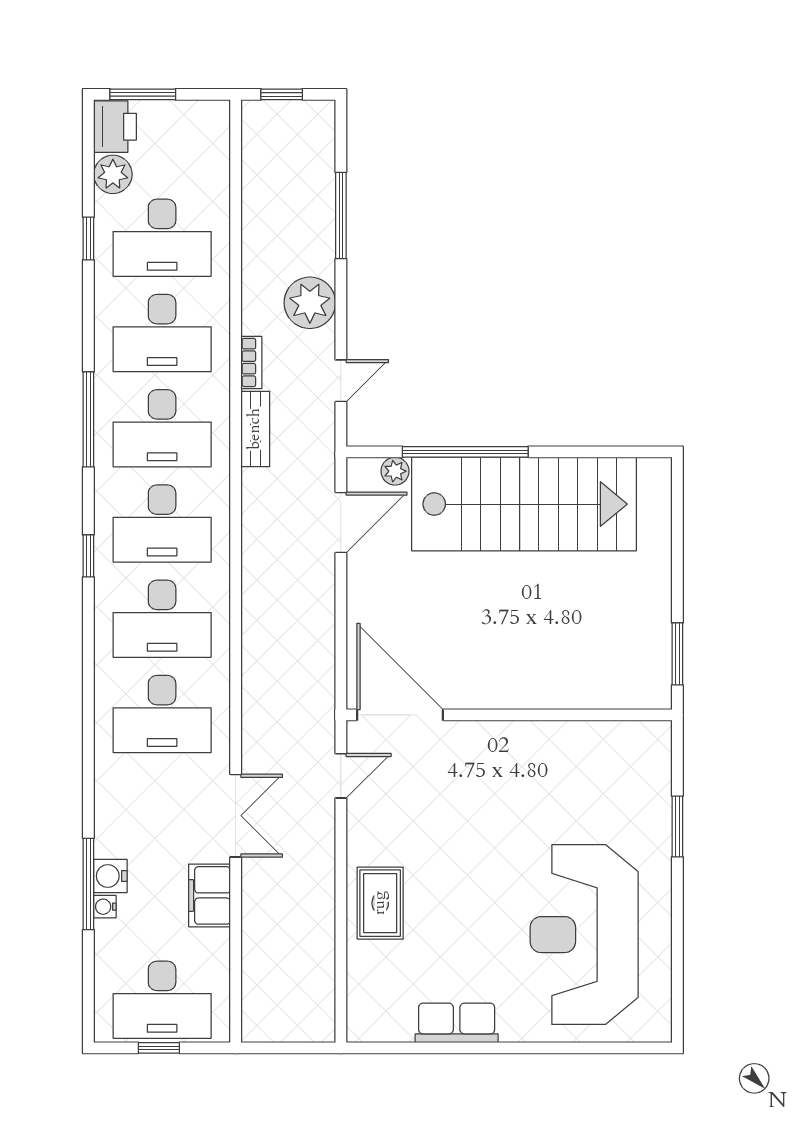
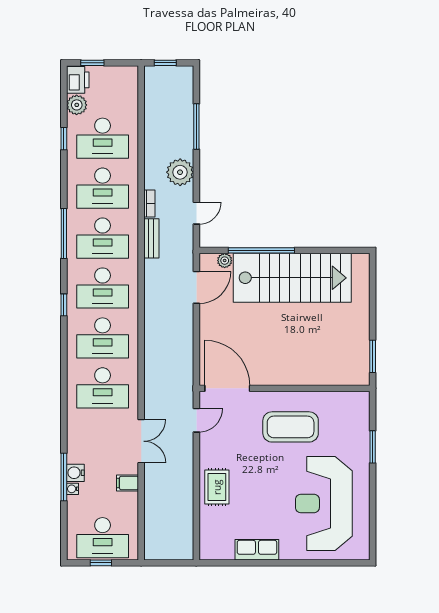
window: (143, 94) -> (92, 63), width x0.67
coffee table: (521, 789) -> (291, 427), added
filing cabinet: (210, 895) -> (127, 483), width x0.50

